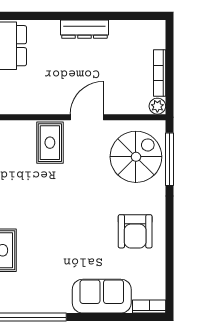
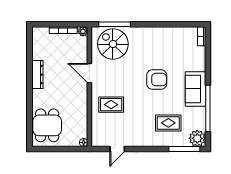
rug: (50, 143) -> (111, 105), moved
armchair: (135, 231) -> (157, 80), moved
sofa: (102, 296) -> (195, 89), moved

